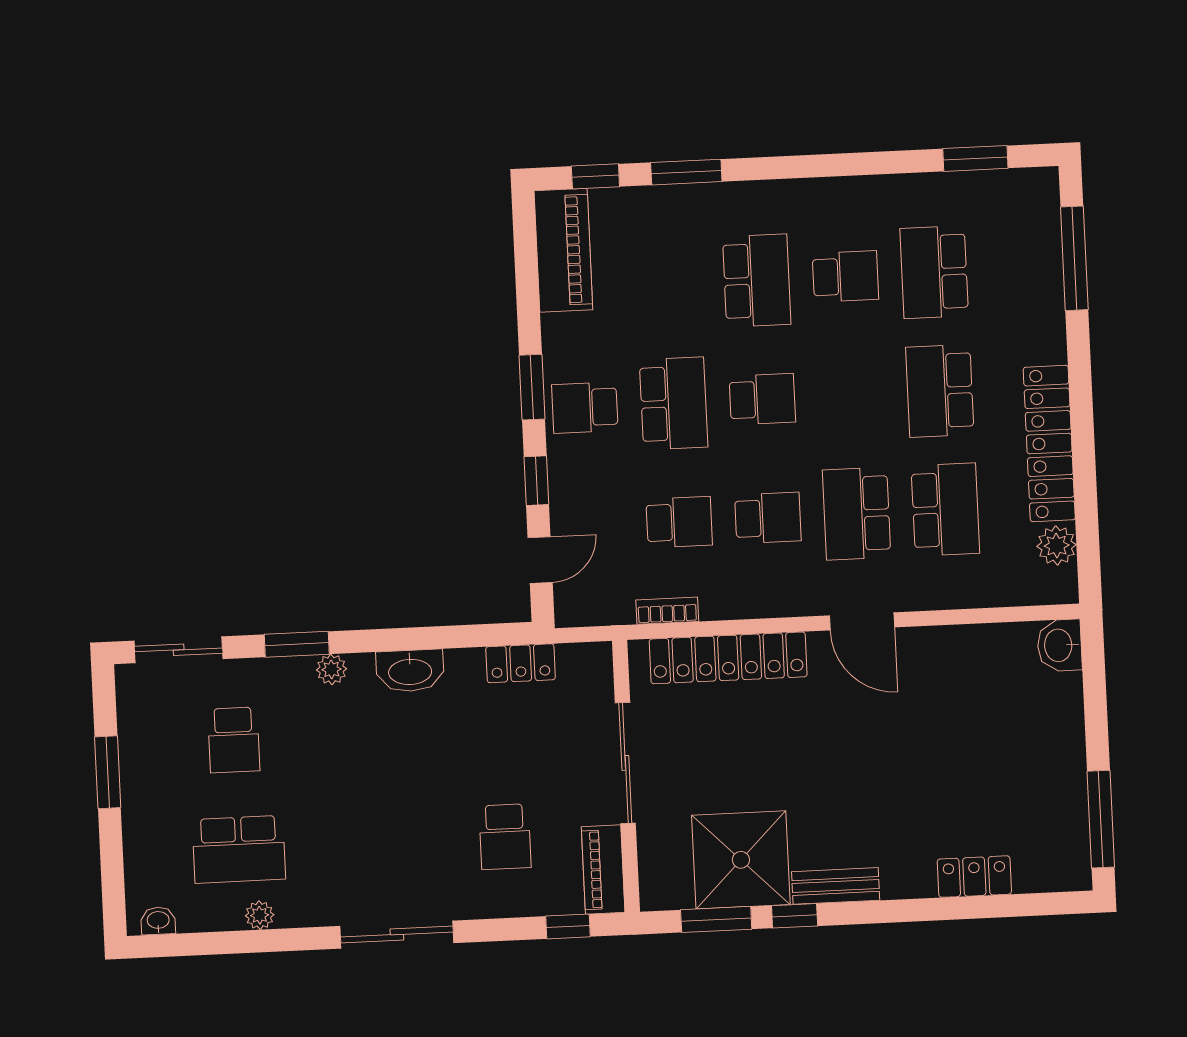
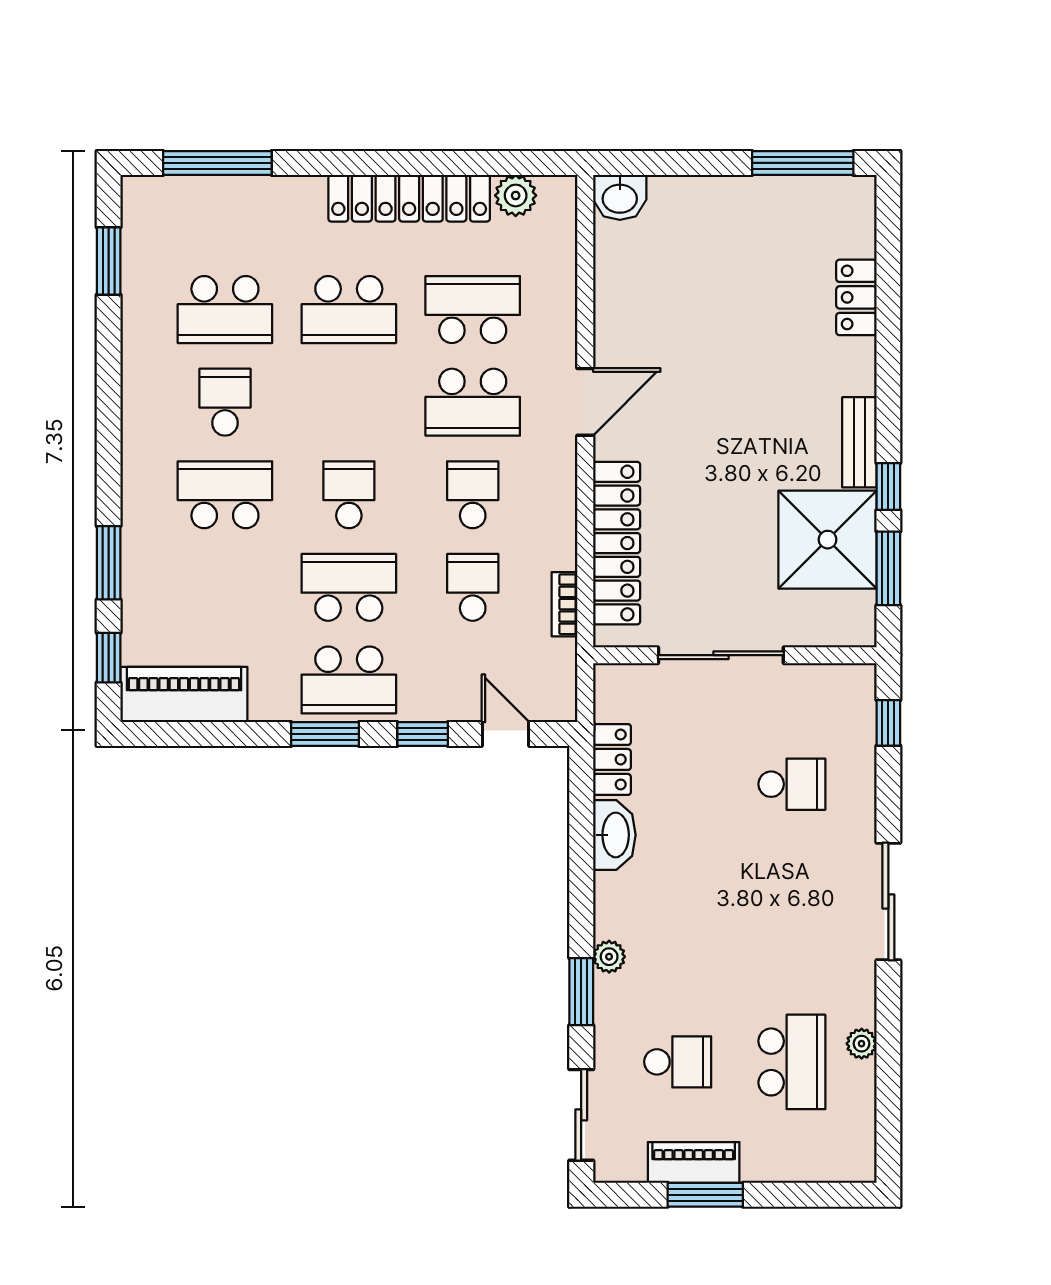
school desk: (585, 408) -> (349, 680), width x1.85
washbasin: (410, 671) -> (614, 835), moved
piano: (603, 870) -> (694, 1162), moved, turned 180
washbasin: (158, 921) -> (862, 1149), removed

